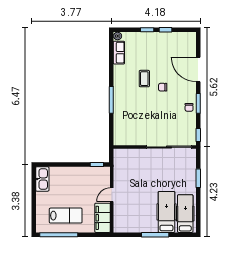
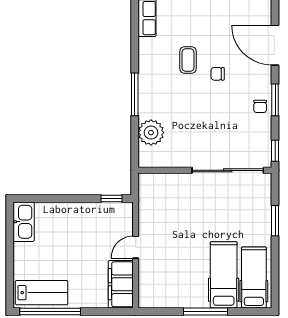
plant: (121, 124) -> (151, 133), added
lab bench: (66, 216) -> (42, 293), moved

